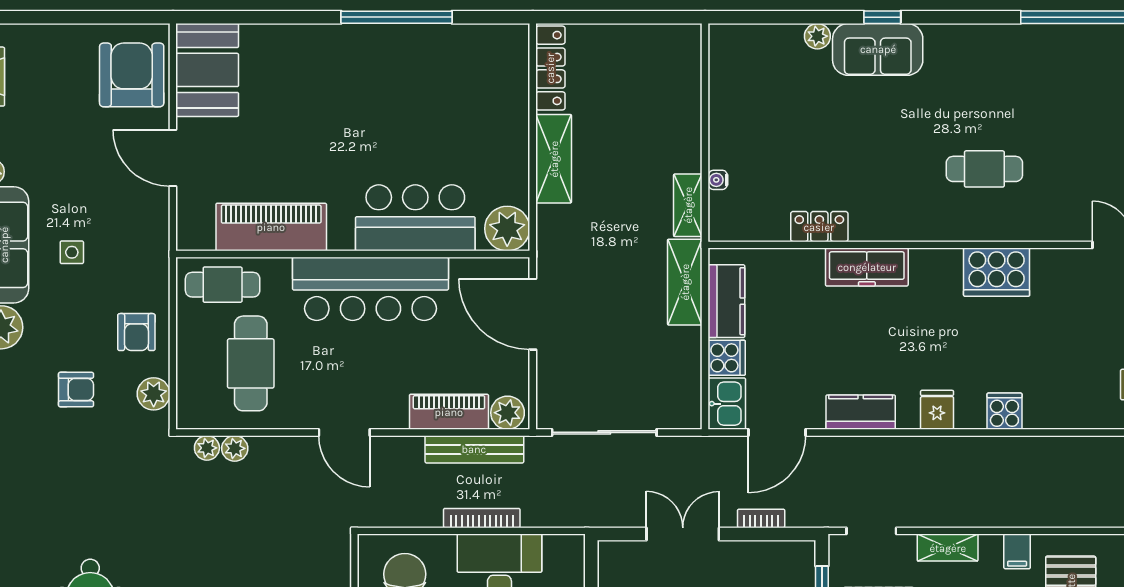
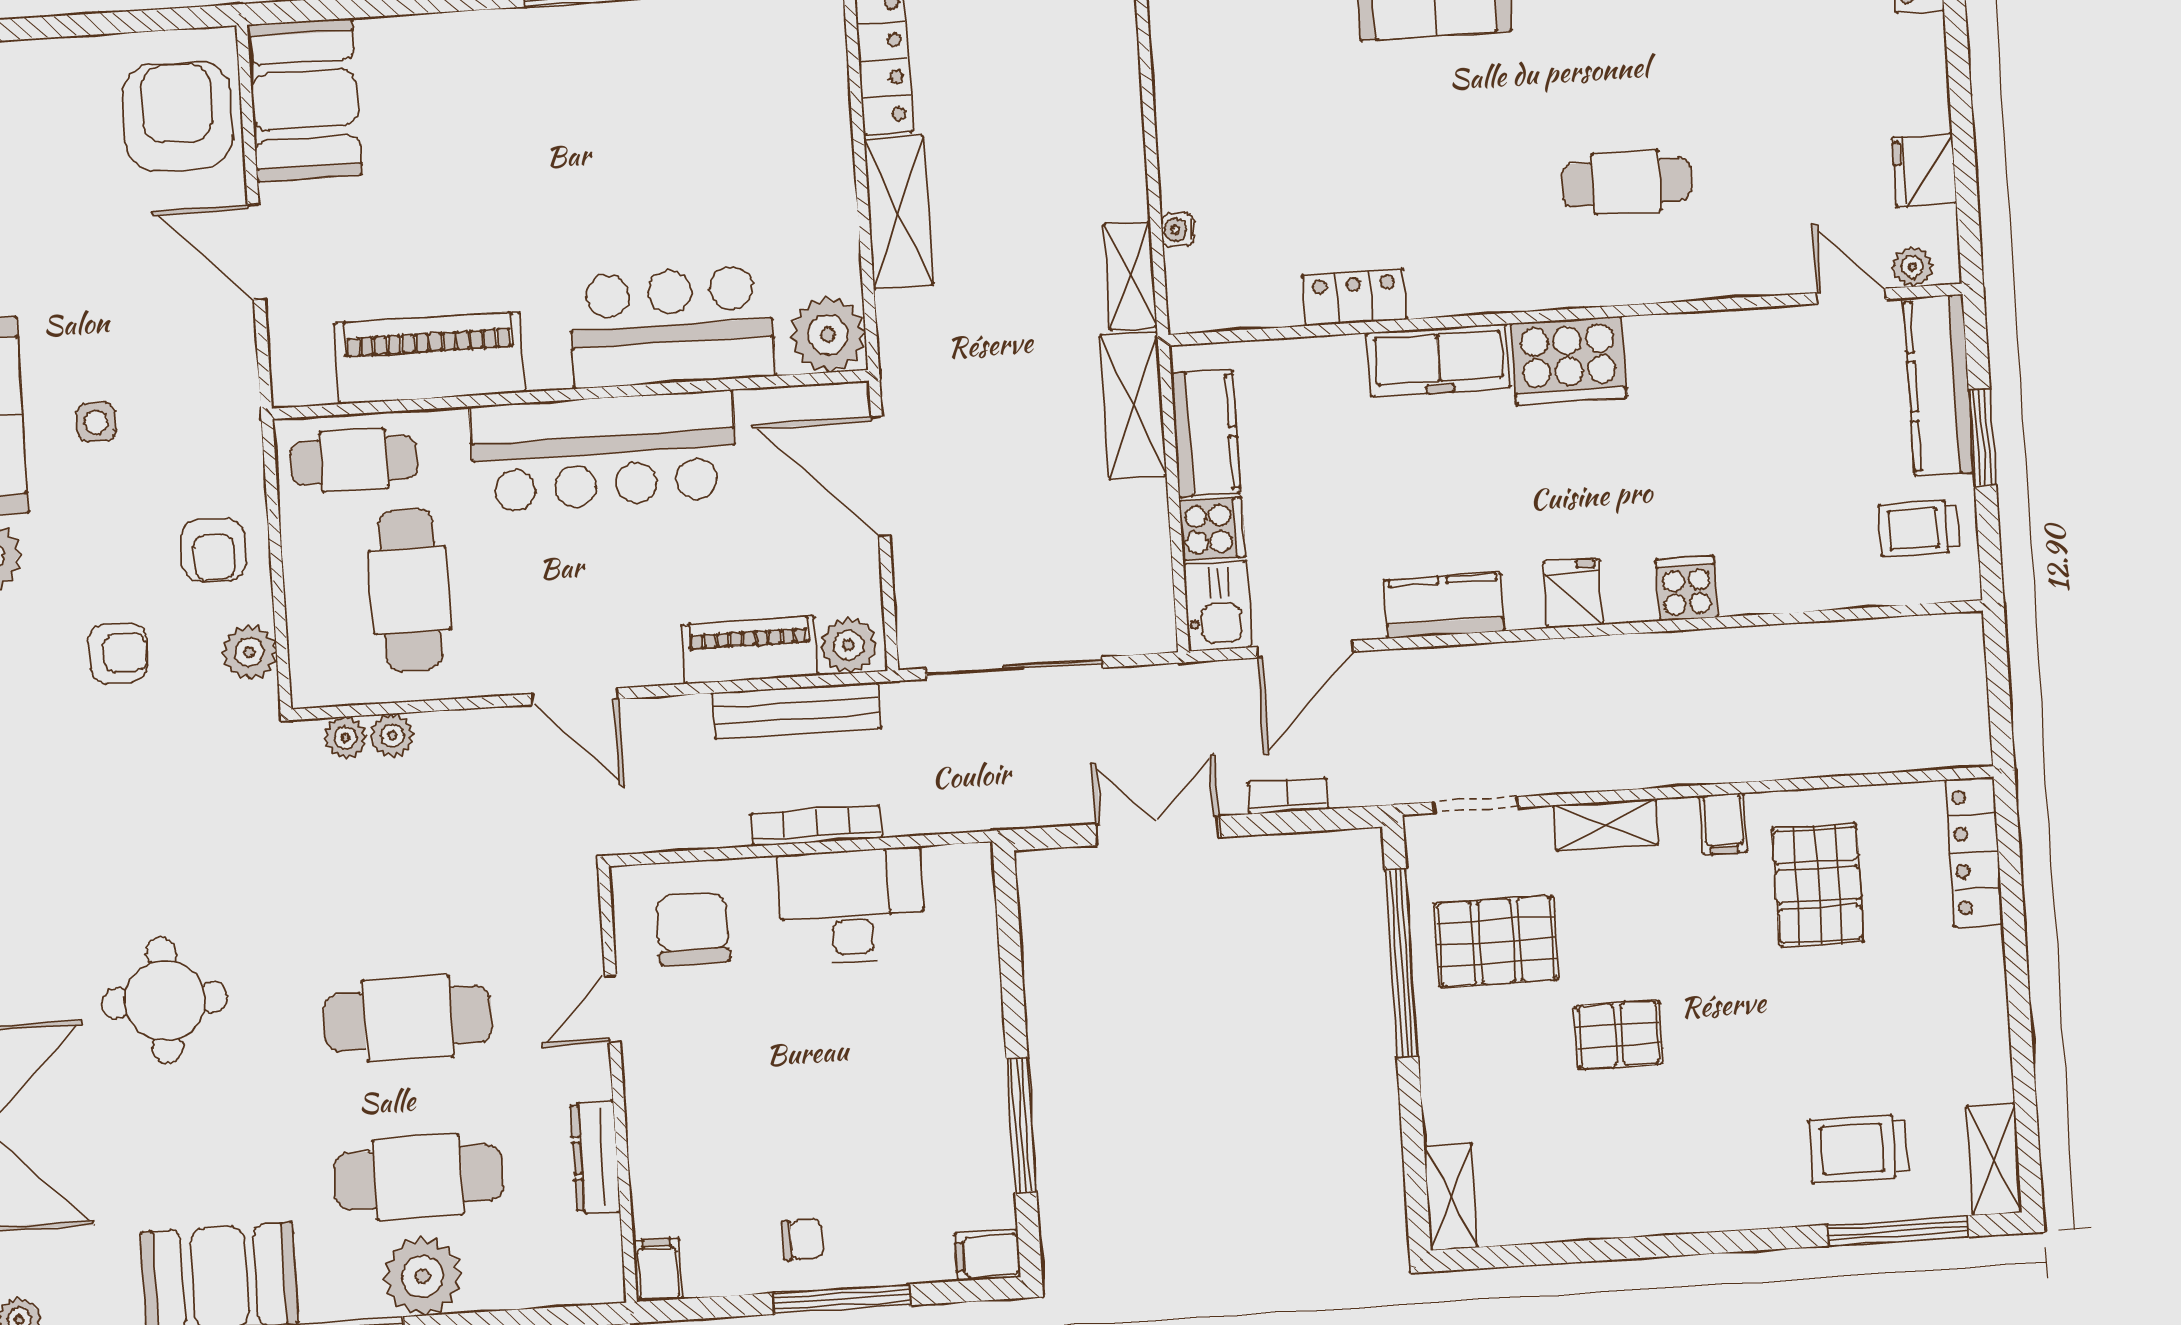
cooker: (997, 272) -> (1568, 361), moved

